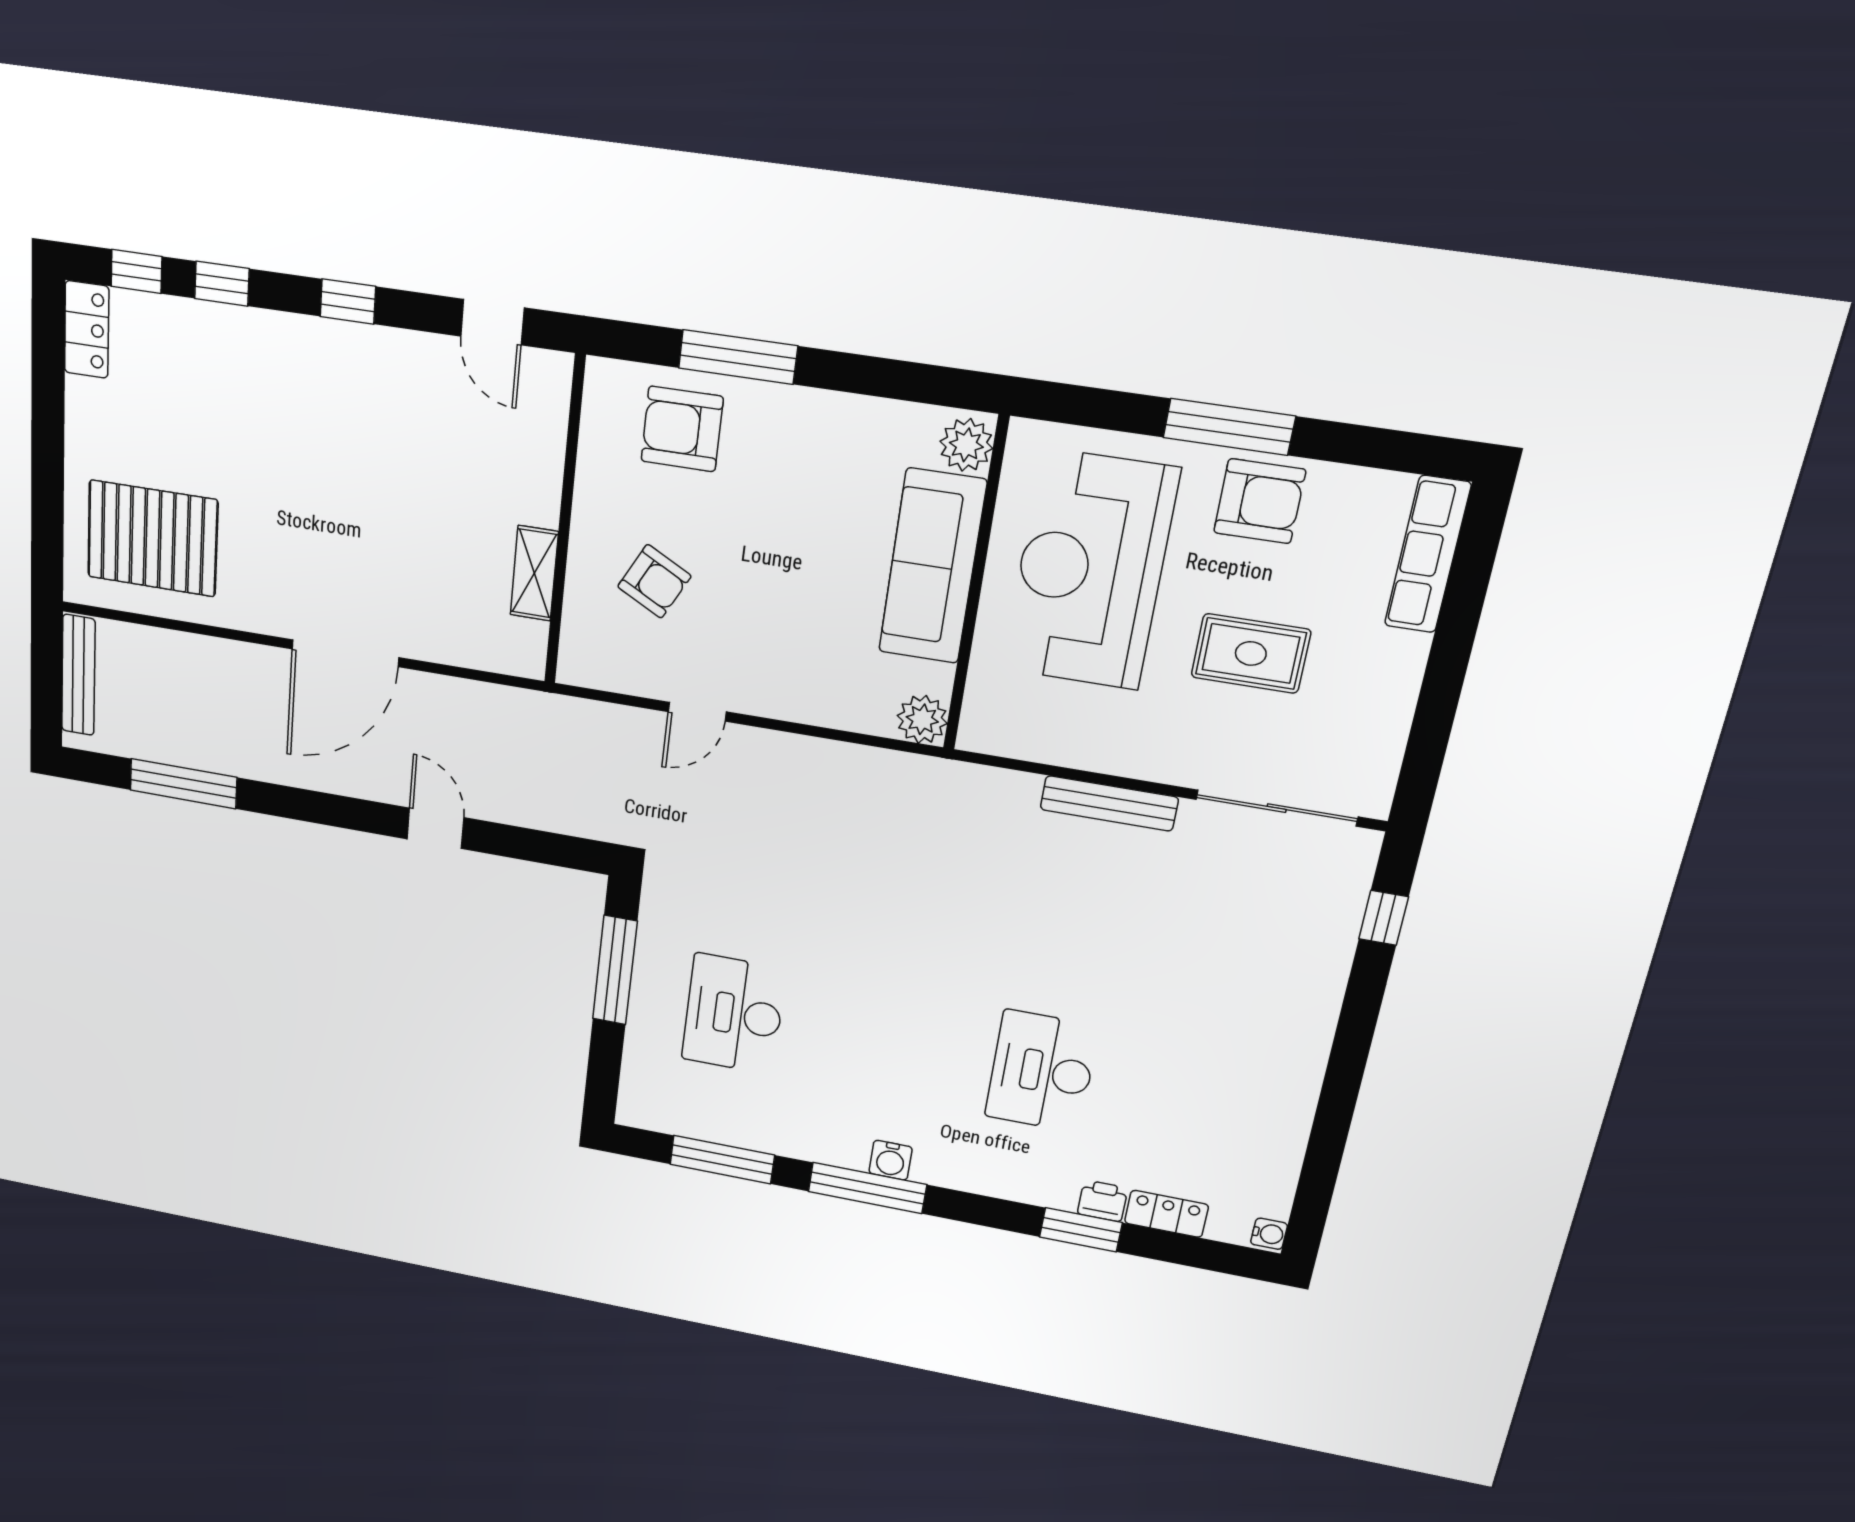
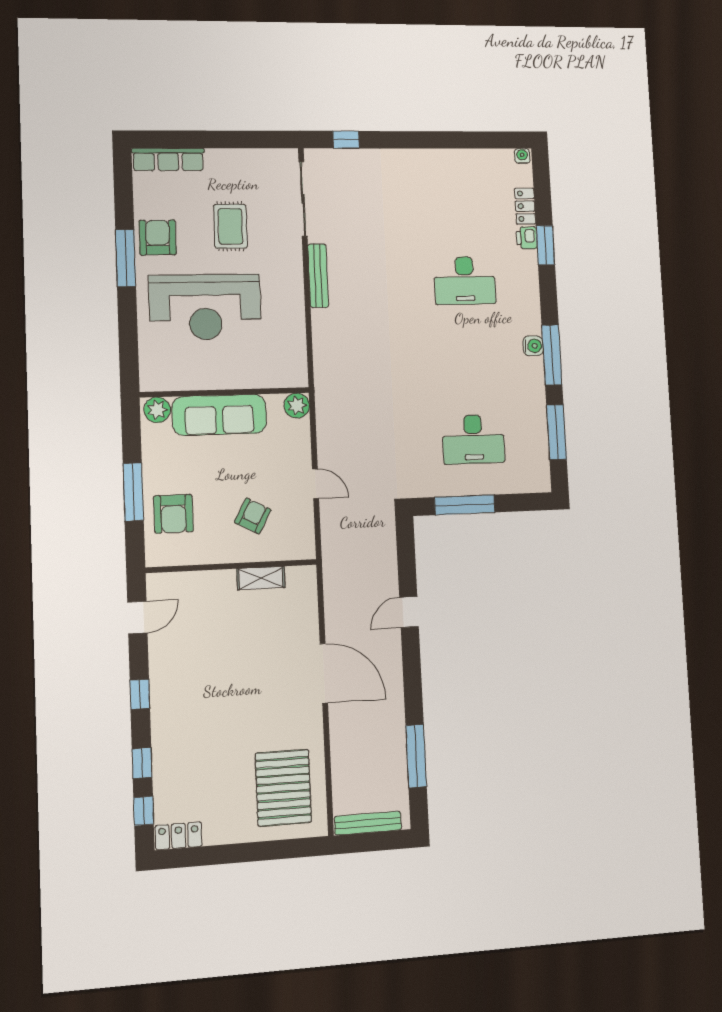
plant: (966, 445) -> (157, 410), moved
sofa: (932, 567) -> (219, 415), moved
wall: (976, 586) -> (225, 392), moved
plant: (922, 719) -> (297, 406), moved

